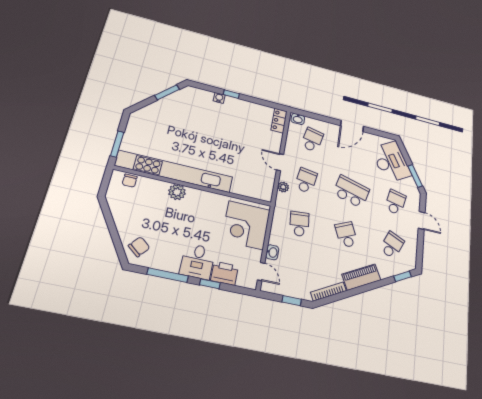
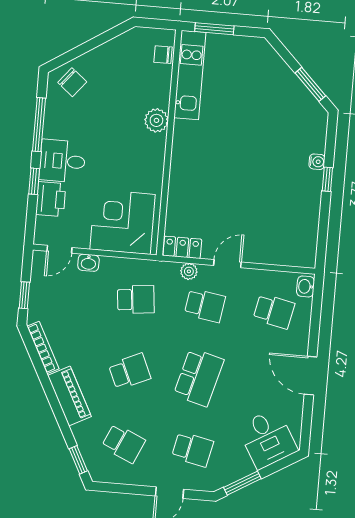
locker: (279, 121) -> (182, 247), moved
desk: (391, 162) -> (267, 439), width x0.73
kitchen unit: (174, 171) -> (190, 75), width x0.54

